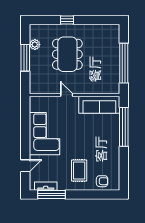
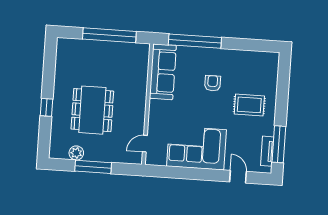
dining table: (67, 54) -> (92, 110), turned 90
door: (67, 95) -> (145, 144), moved
armchair: (102, 181) -> (213, 83), moved

